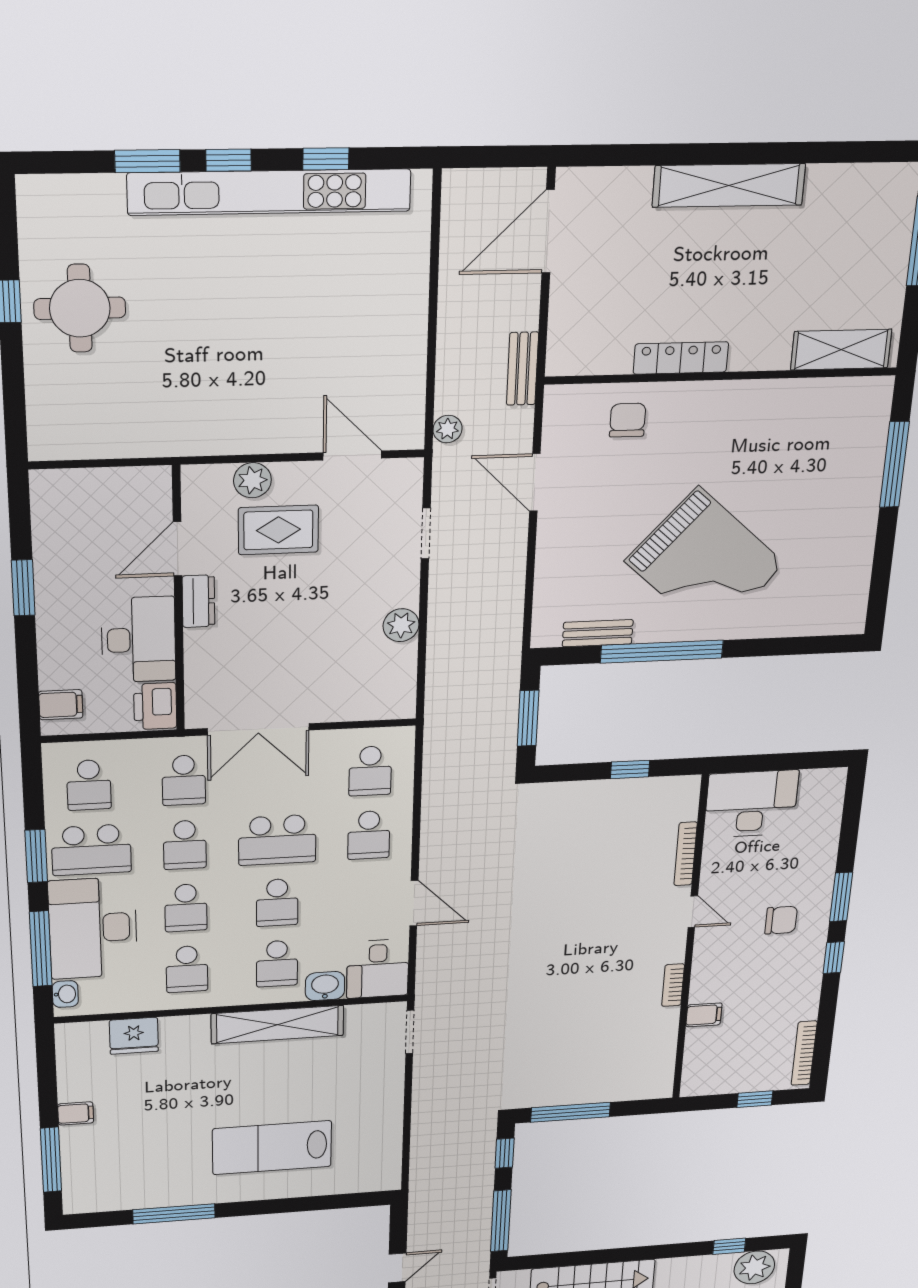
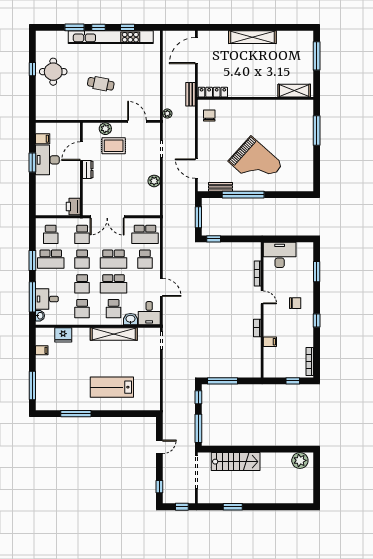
cafe table: (237, 343) -> (101, 84), added
locker: (681, 358) -> (213, 92), moved
chair: (628, 420) -> (209, 116), moved
door: (535, 482) -> (196, 169), moved
desk: (138, 640) -> (47, 160), moved, turned 180
filing cabinet: (61, 705) -> (43, 139), moved
window: (630, 769) -> (214, 239), moved
school desk: (370, 771) -> (145, 234), width x1.85
window: (841, 897) -> (317, 272), moved
school desk: (277, 903) -> (114, 284), width x1.85
desk: (93, 928) -> (47, 299), width x0.53, depth x0.77
filing cabinet: (76, 1113) -> (42, 350), moved
window: (729, 1246) -> (289, 449), removed

